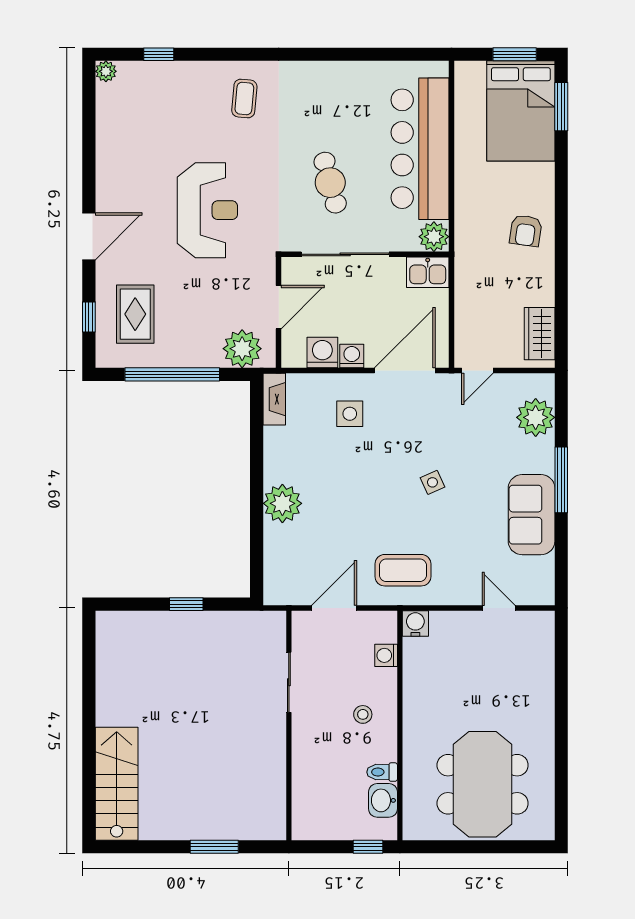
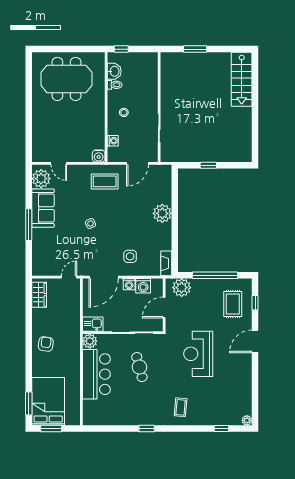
window: (315, 54) -> (147, 429), added
bar counter: (420, 149) -> (96, 374), width x0.73
plant: (536, 417) -> (41, 179), moved
meeting table: (483, 784) -> (66, 79), turned 90

